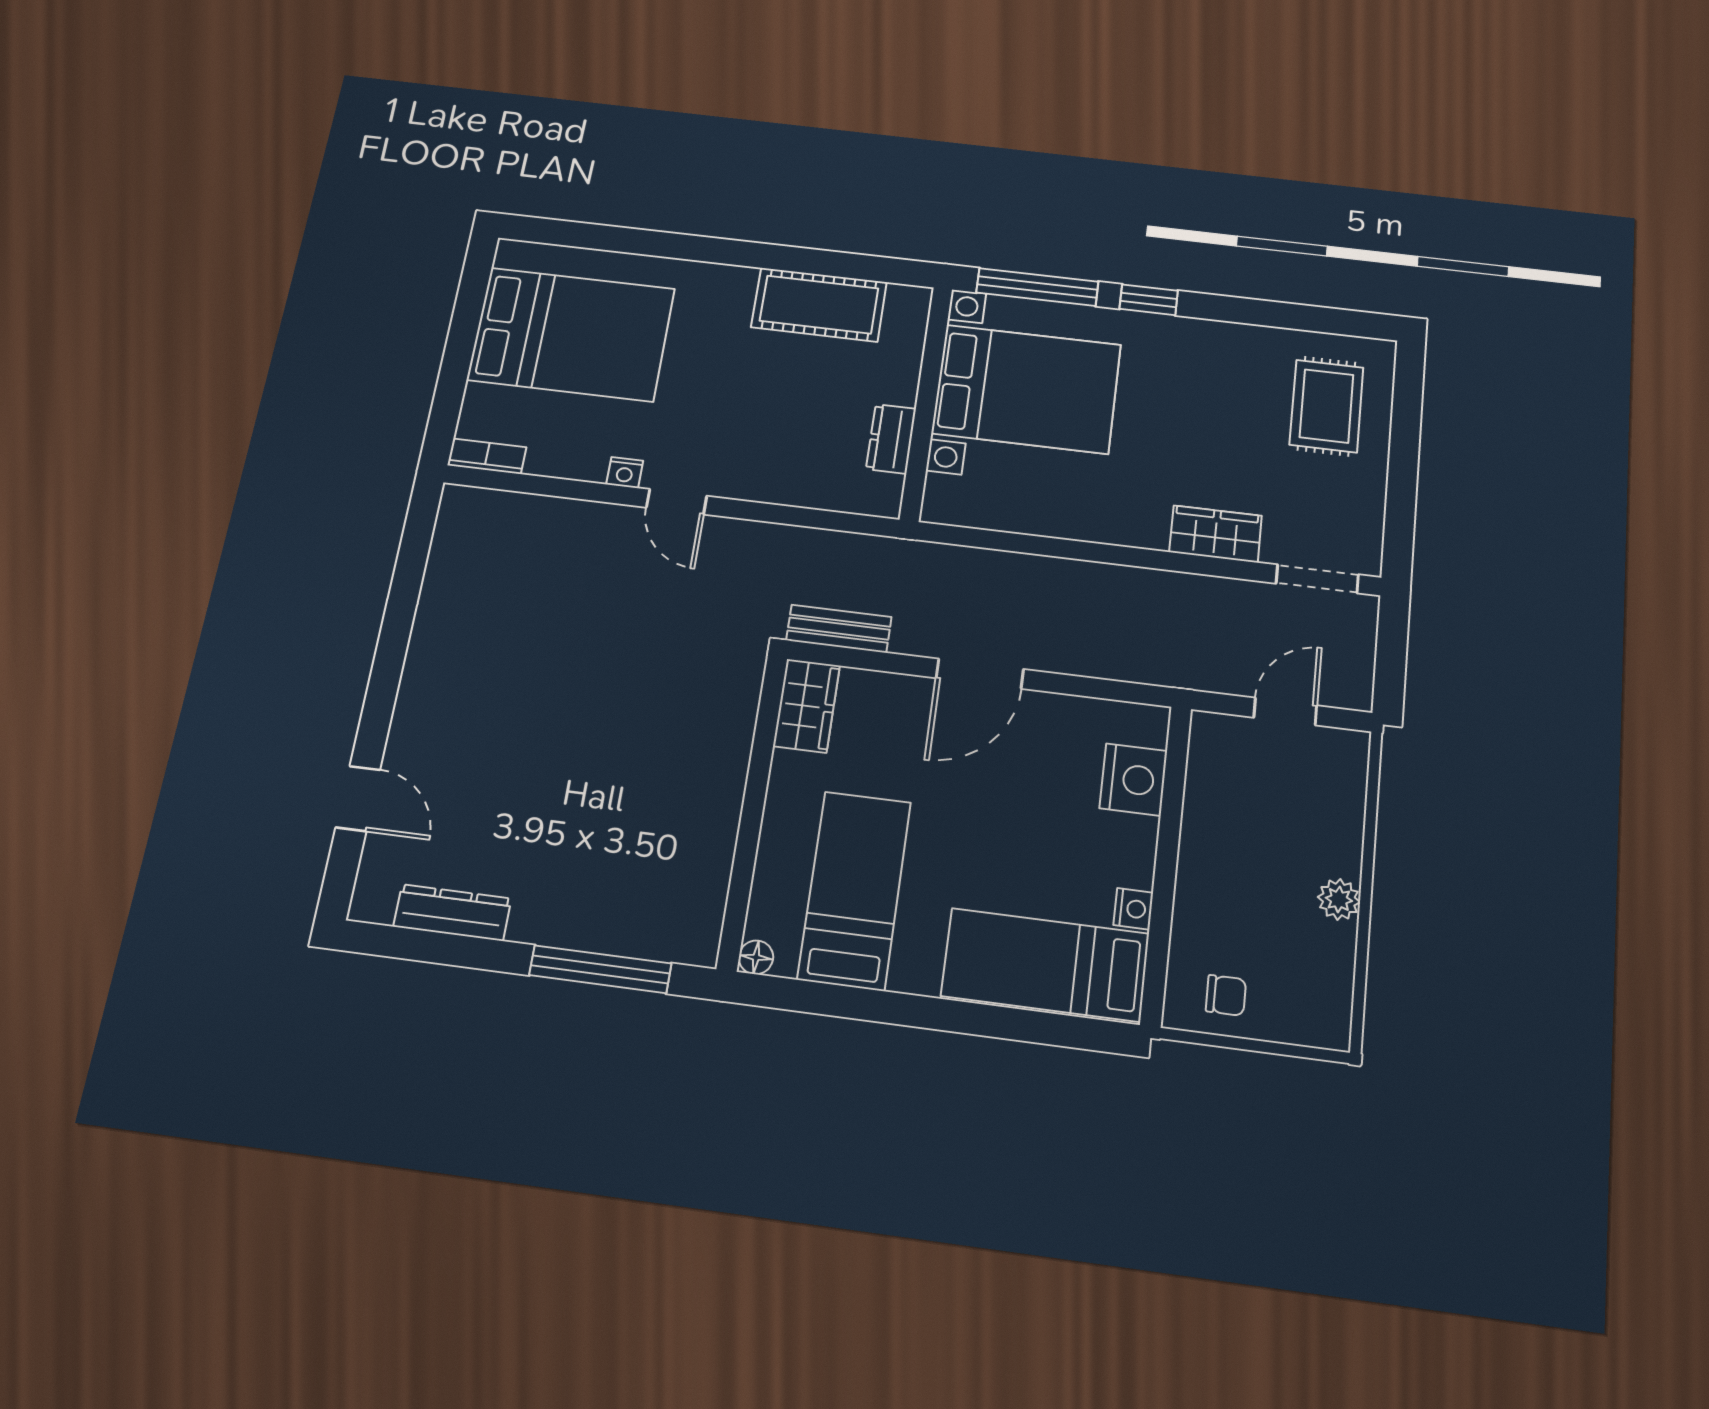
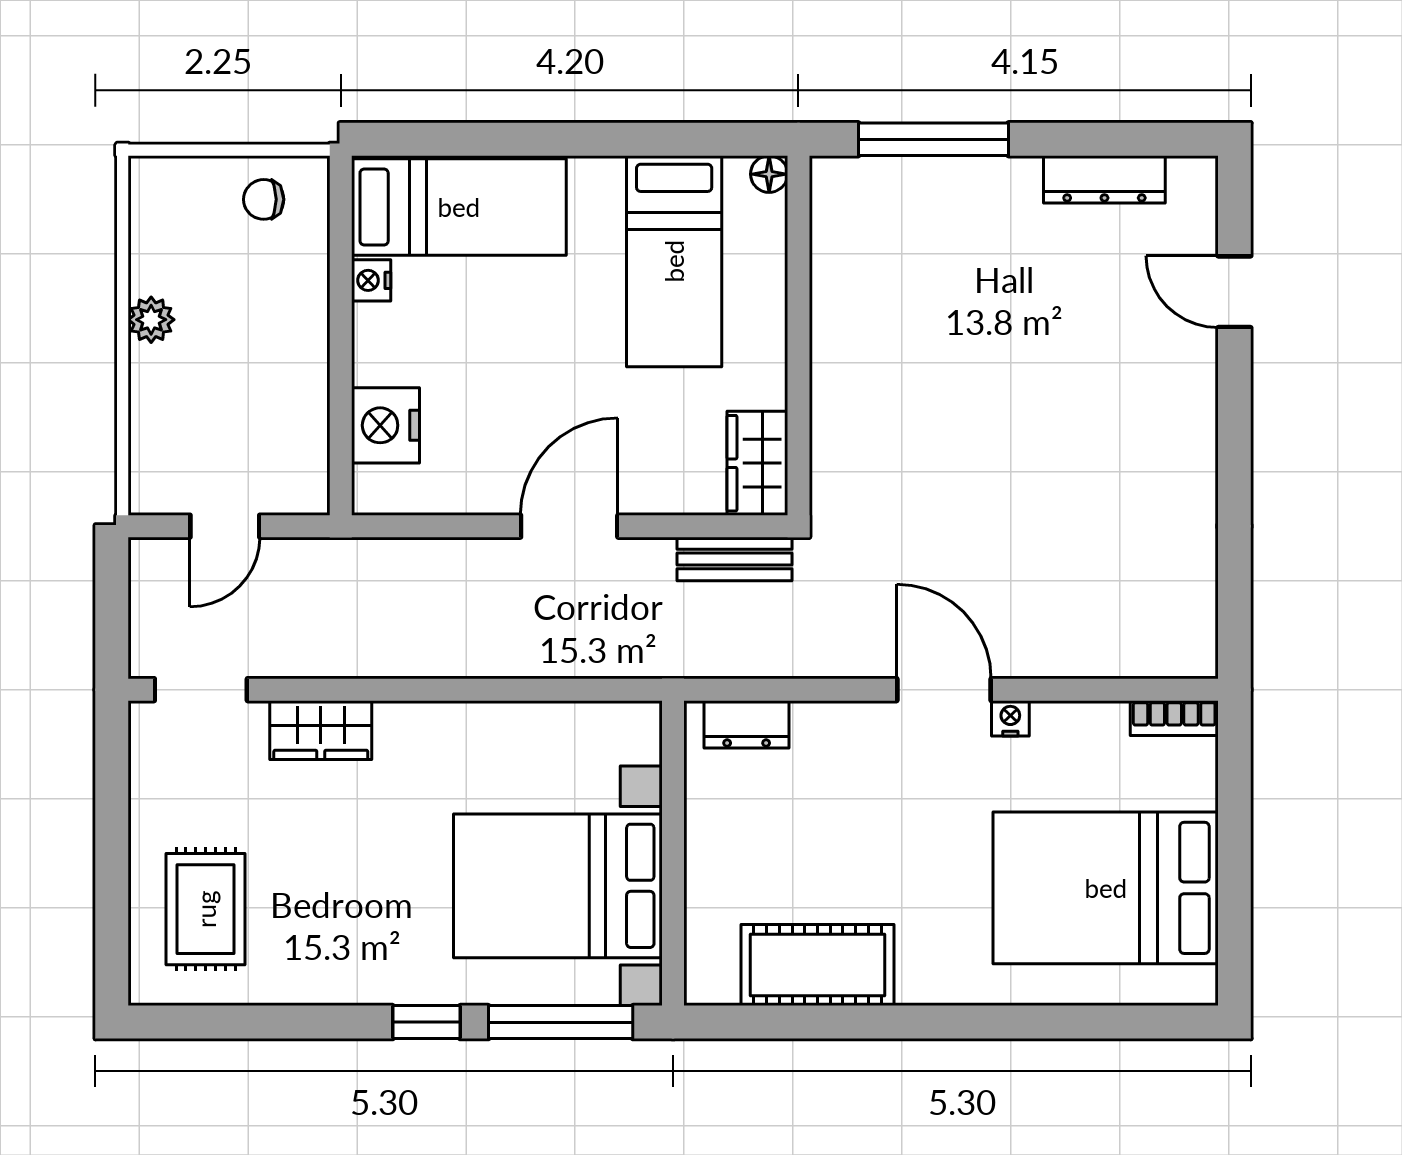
dresser: (891, 439) -> (747, 724), moved, turned 90
door: (677, 502) -> (944, 690), width x1.38

